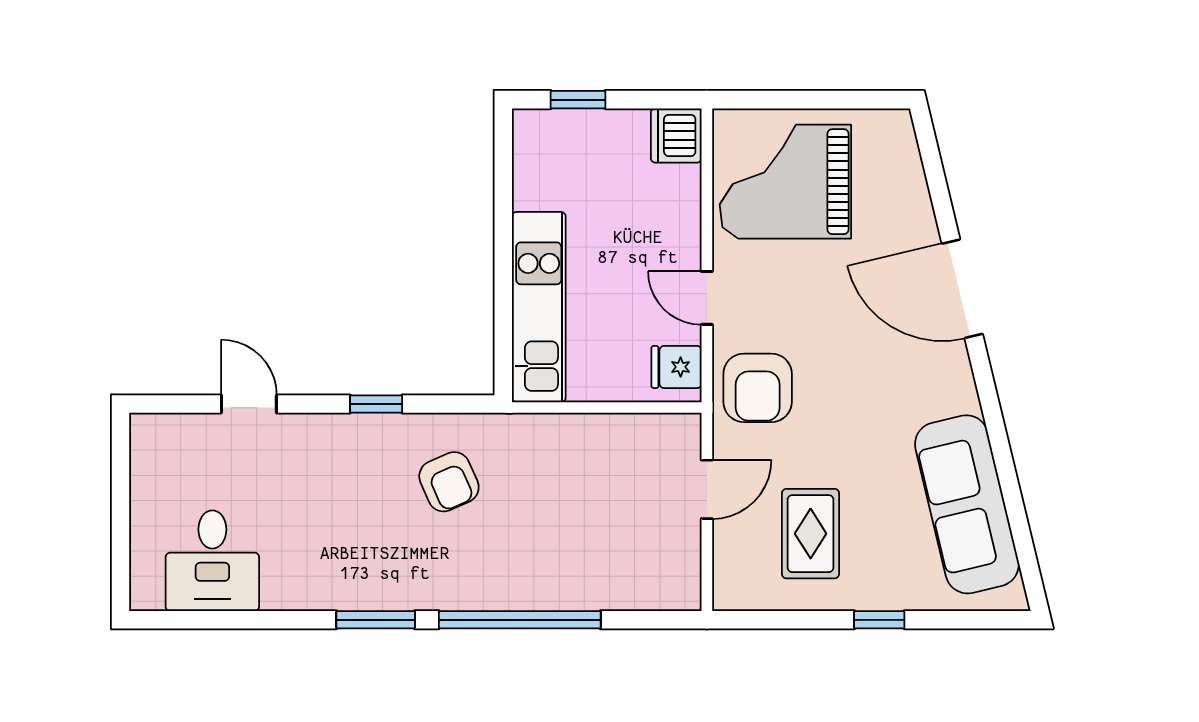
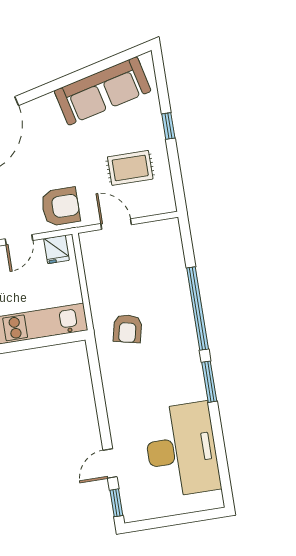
window: (376, 404) -> (116, 503), moved
armchair: (449, 482) -> (128, 329), moved, turned 127
desk: (212, 561) -> (182, 450), width x1.87, depth x1.30

